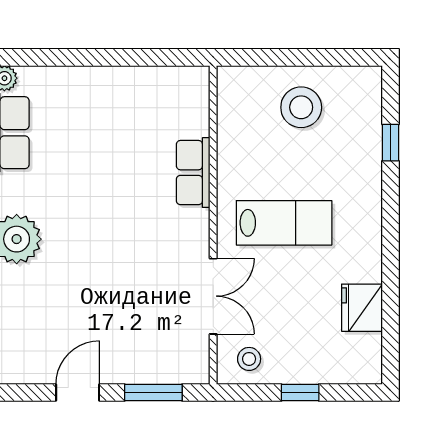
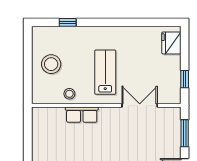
fridge: (362, 308) -> (171, 43), moved, turned 90
stool: (249, 359) -> (69, 94), moved
window: (300, 393) -> (185, 79), moved

